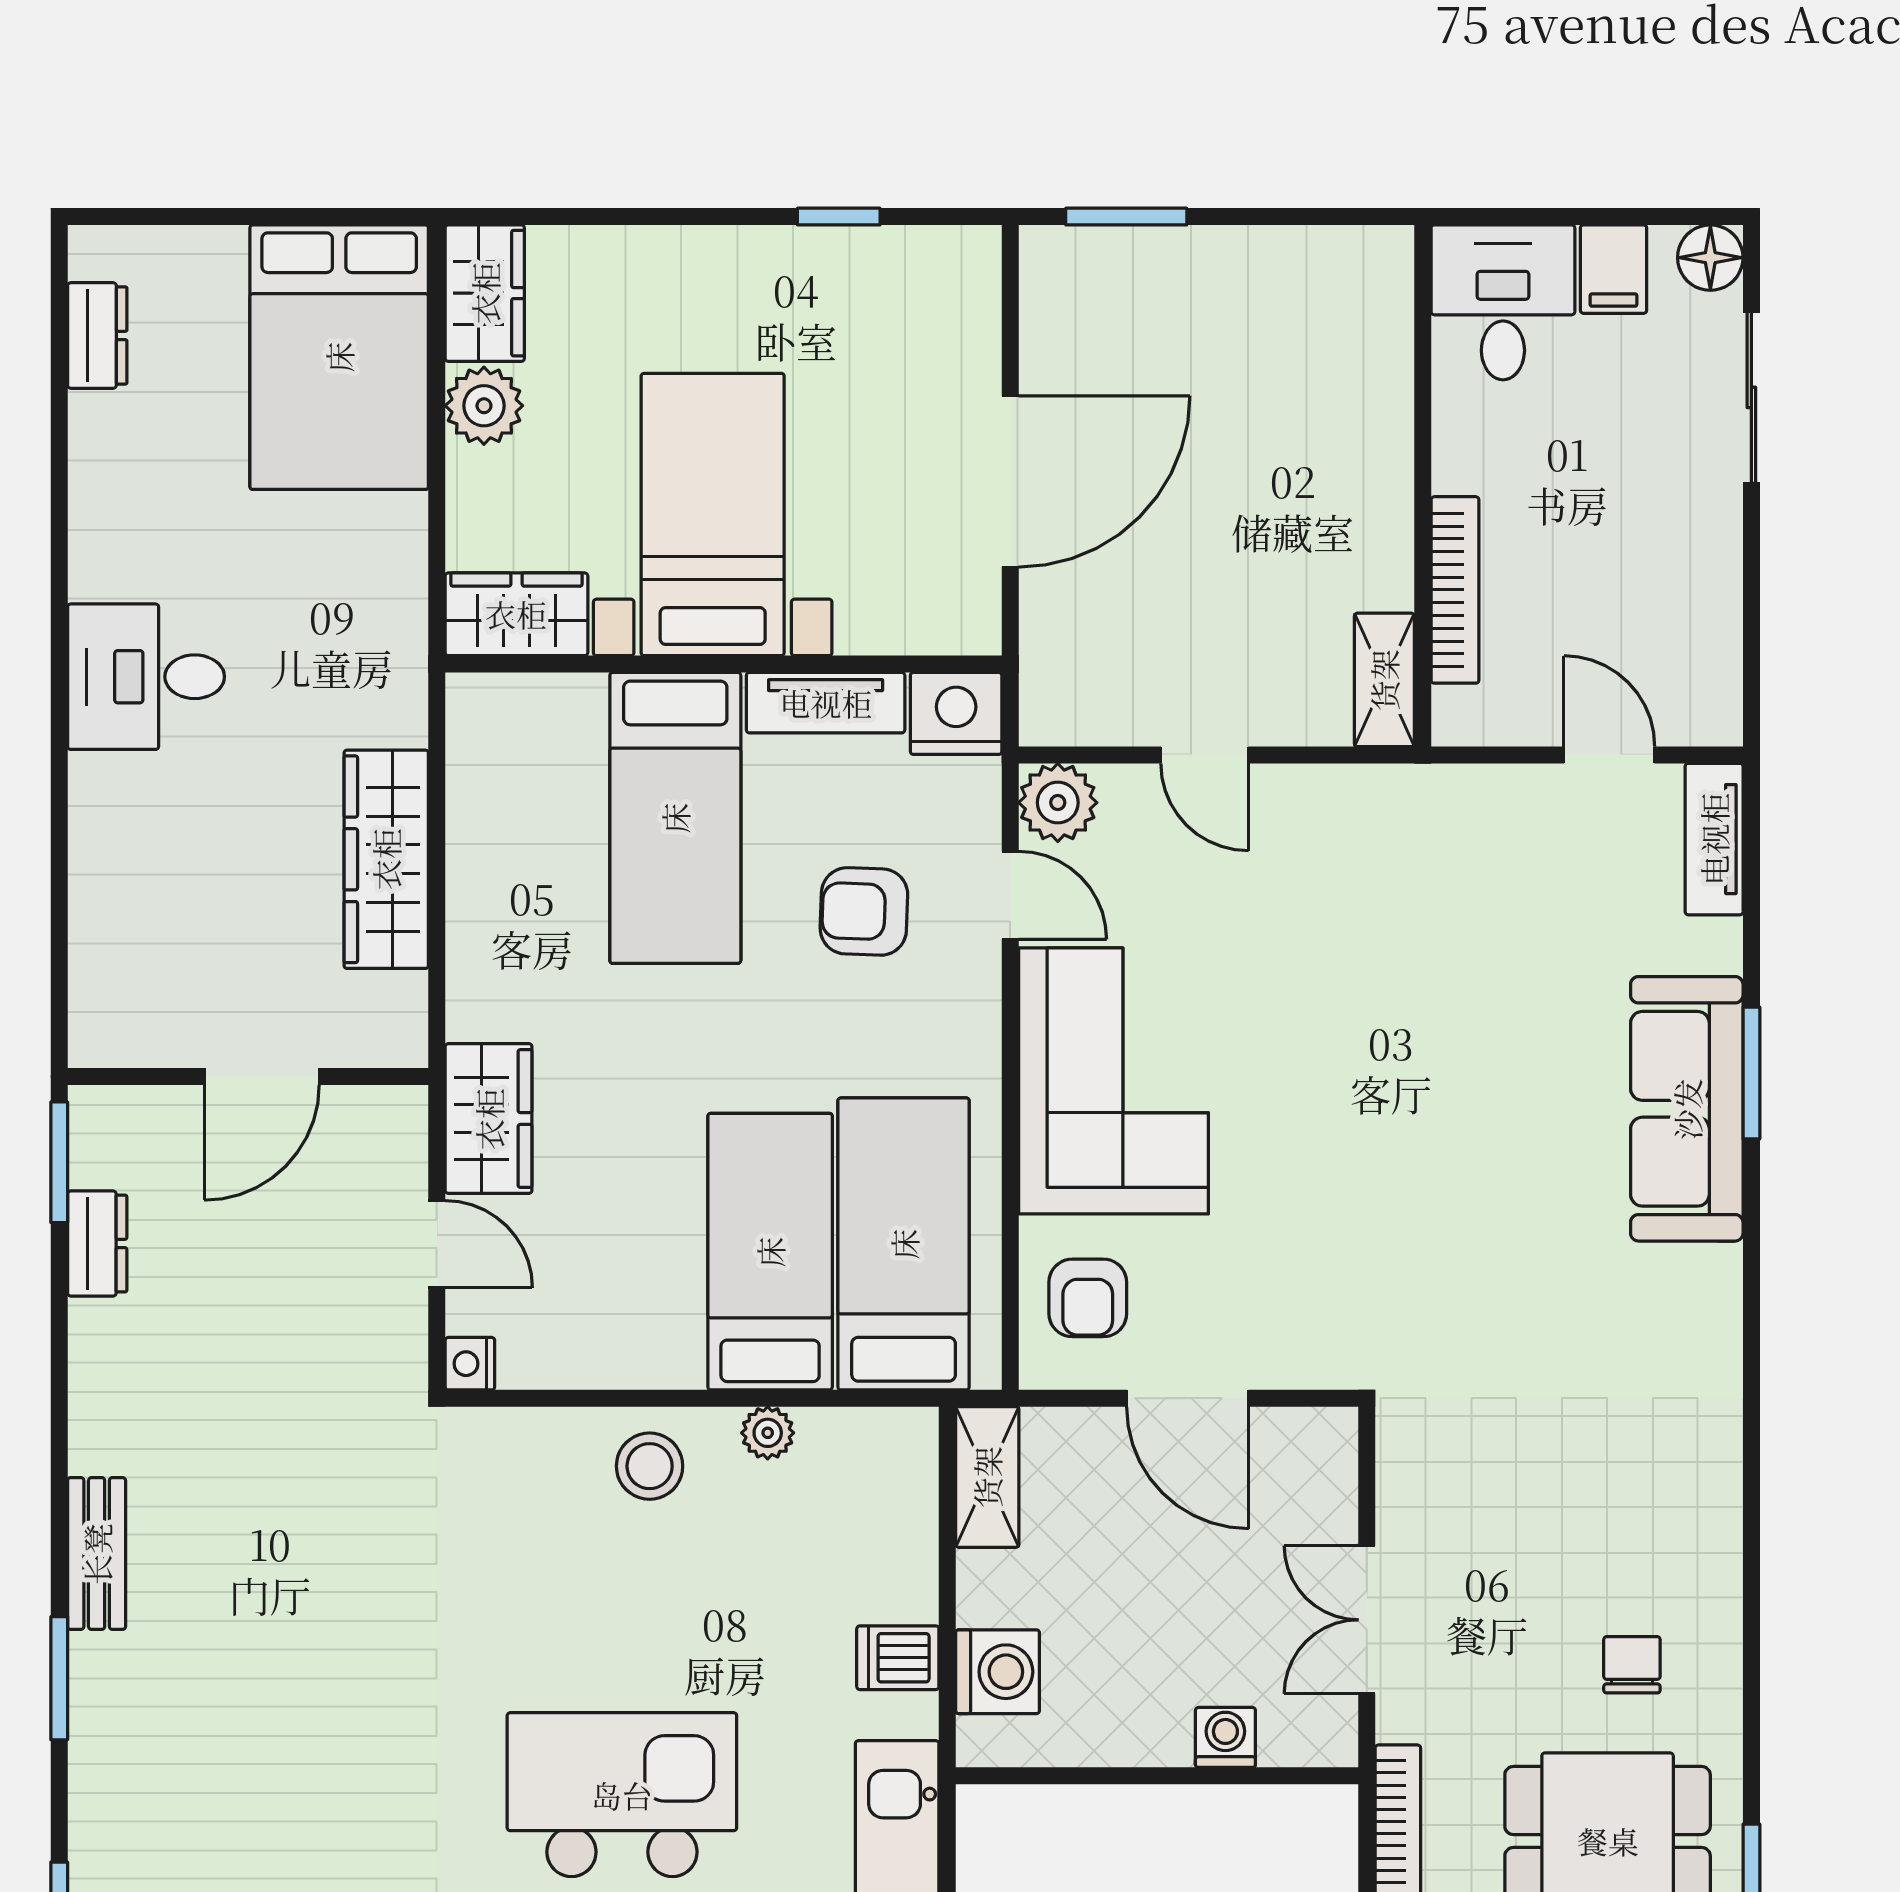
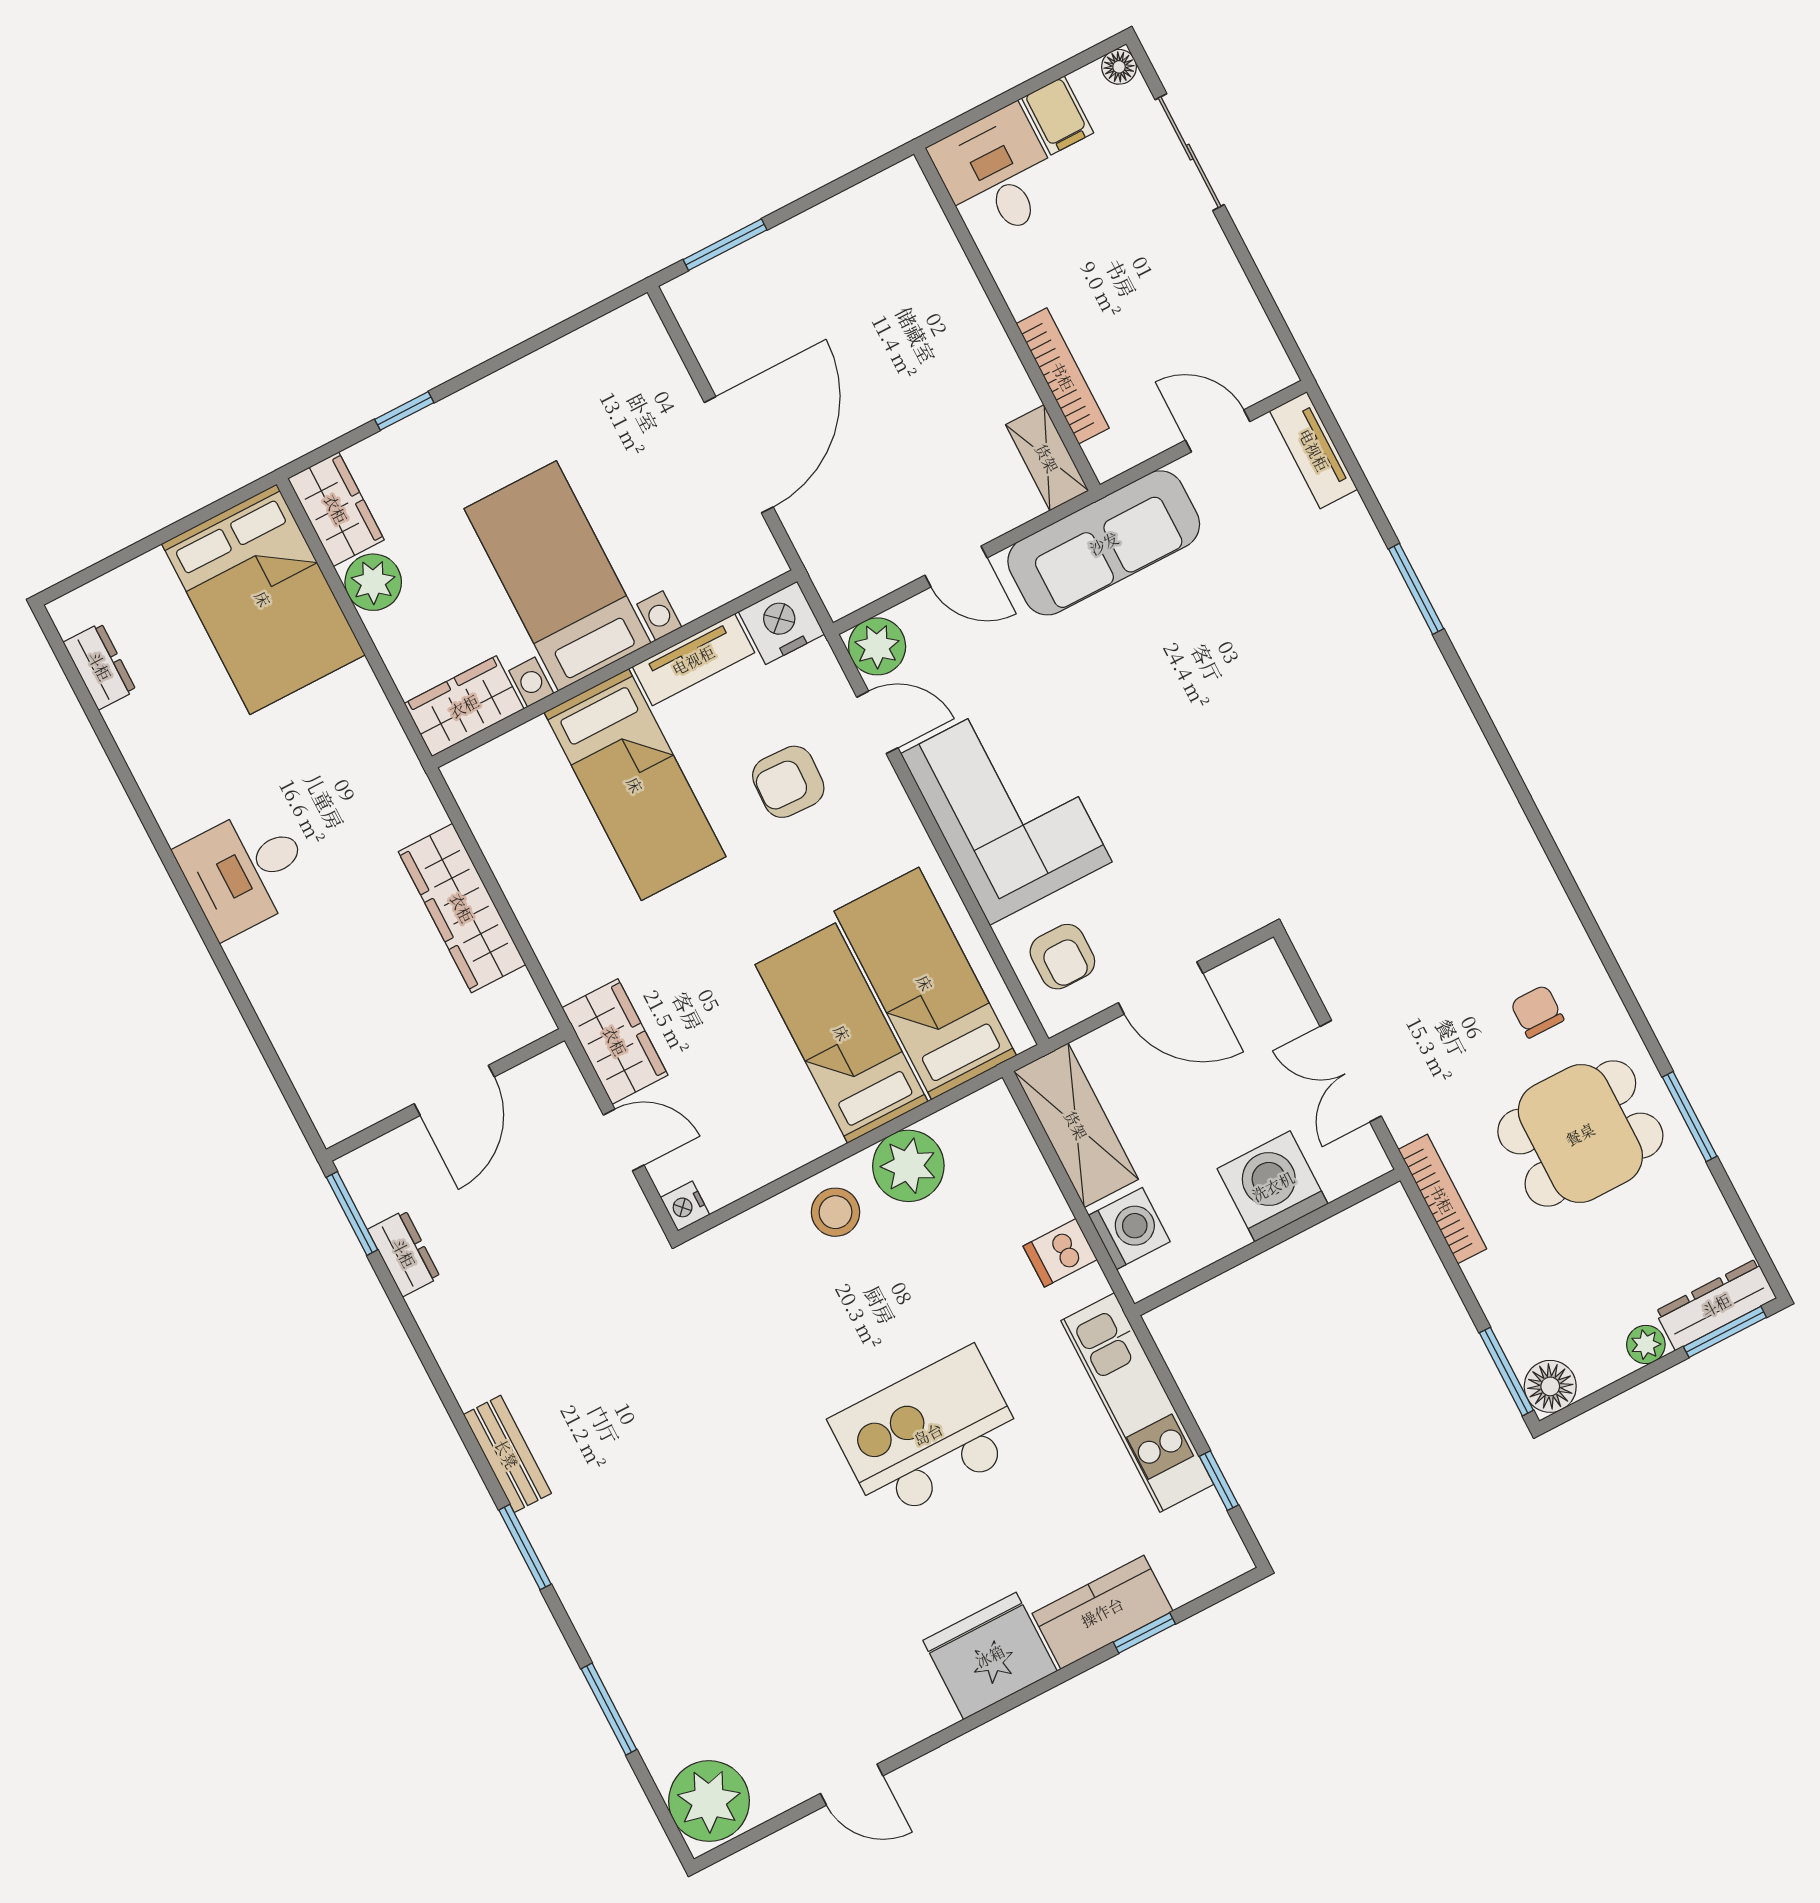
window: (839, 217) -> (404, 411), moved
floor lamp: (1710, 258) -> (1119, 67), width x0.73, depth x0.73
sofa: (1687, 1109) -> (1104, 543), moved, turned -90
plant: (768, 1433) -> (908, 1166), width x1.88, depth x1.88
shelving: (987, 1477) -> (1076, 1125), width x1.50, depth x1.33
washing machine: (1225, 1737) -> (1273, 1186), width x1.89, depth x1.89

